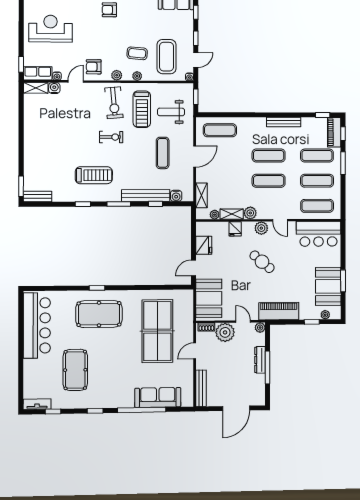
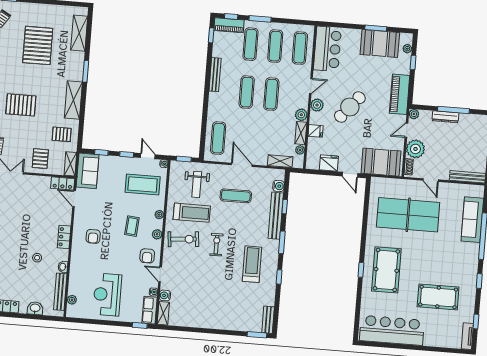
coffee table: (137, 53) -> (132, 226), moved
cafe table: (262, 262) -> (350, 107), width x1.37, depth x1.35

